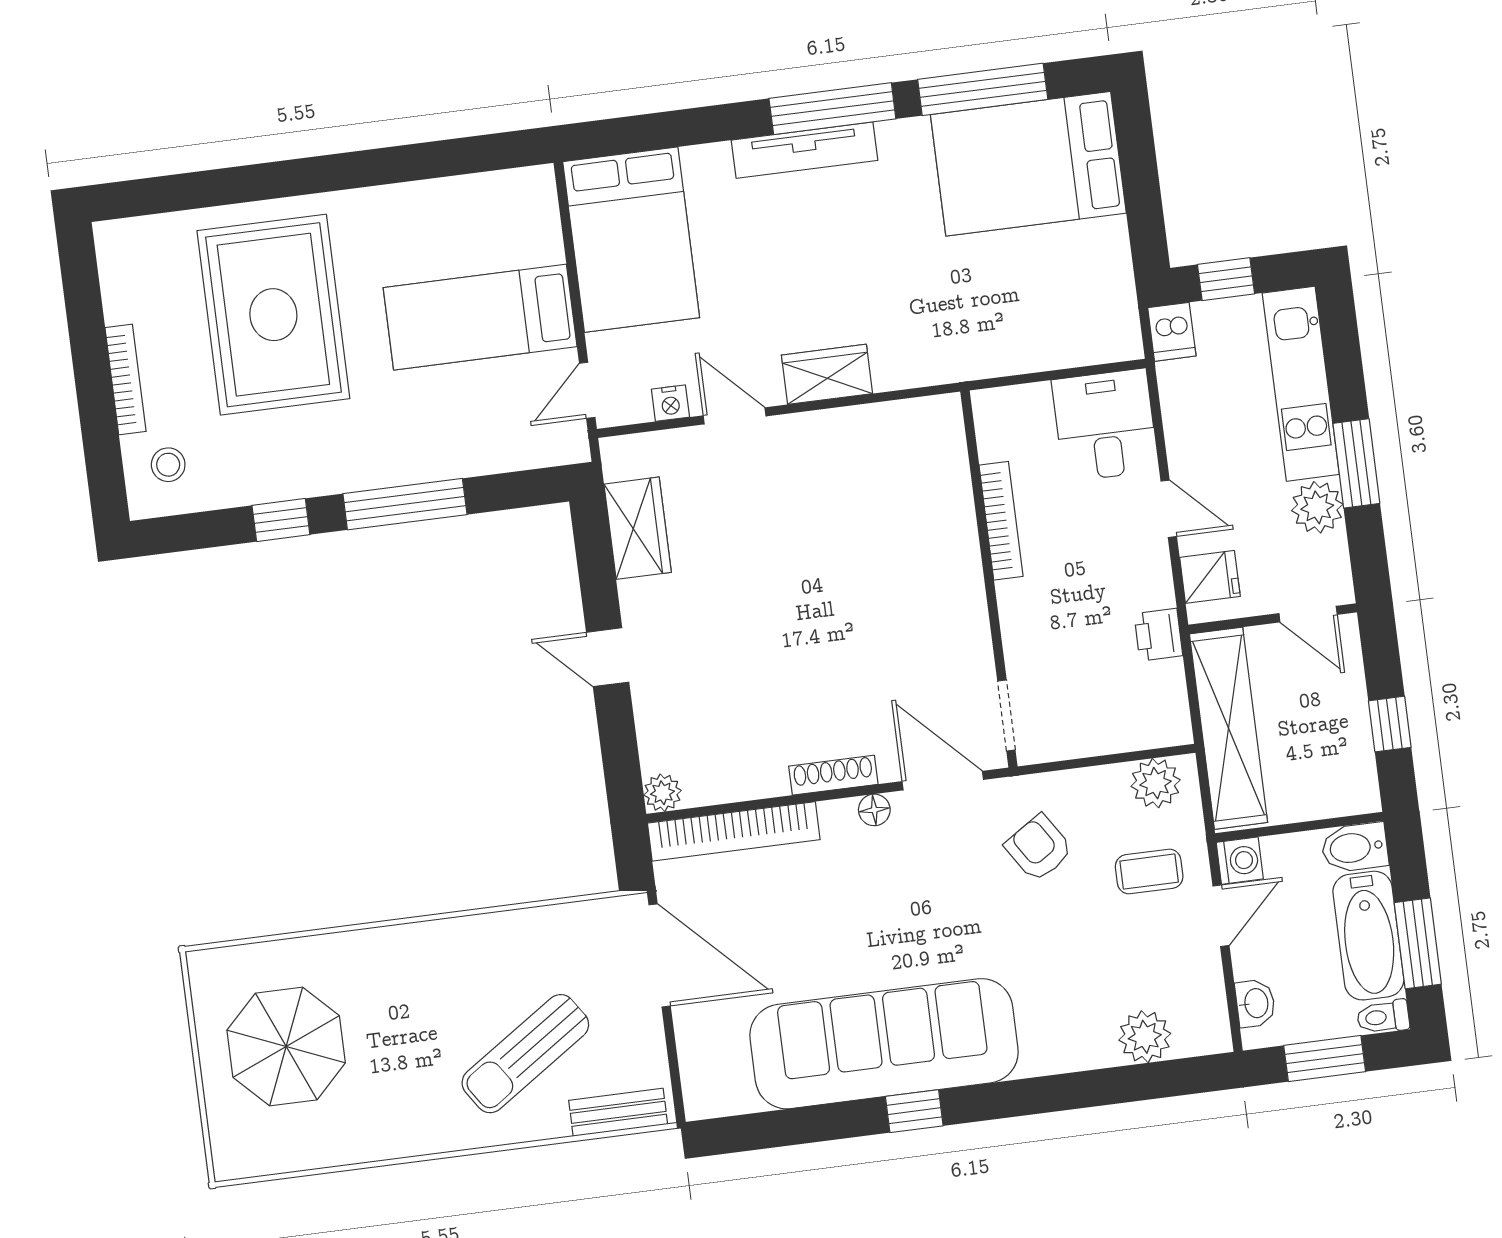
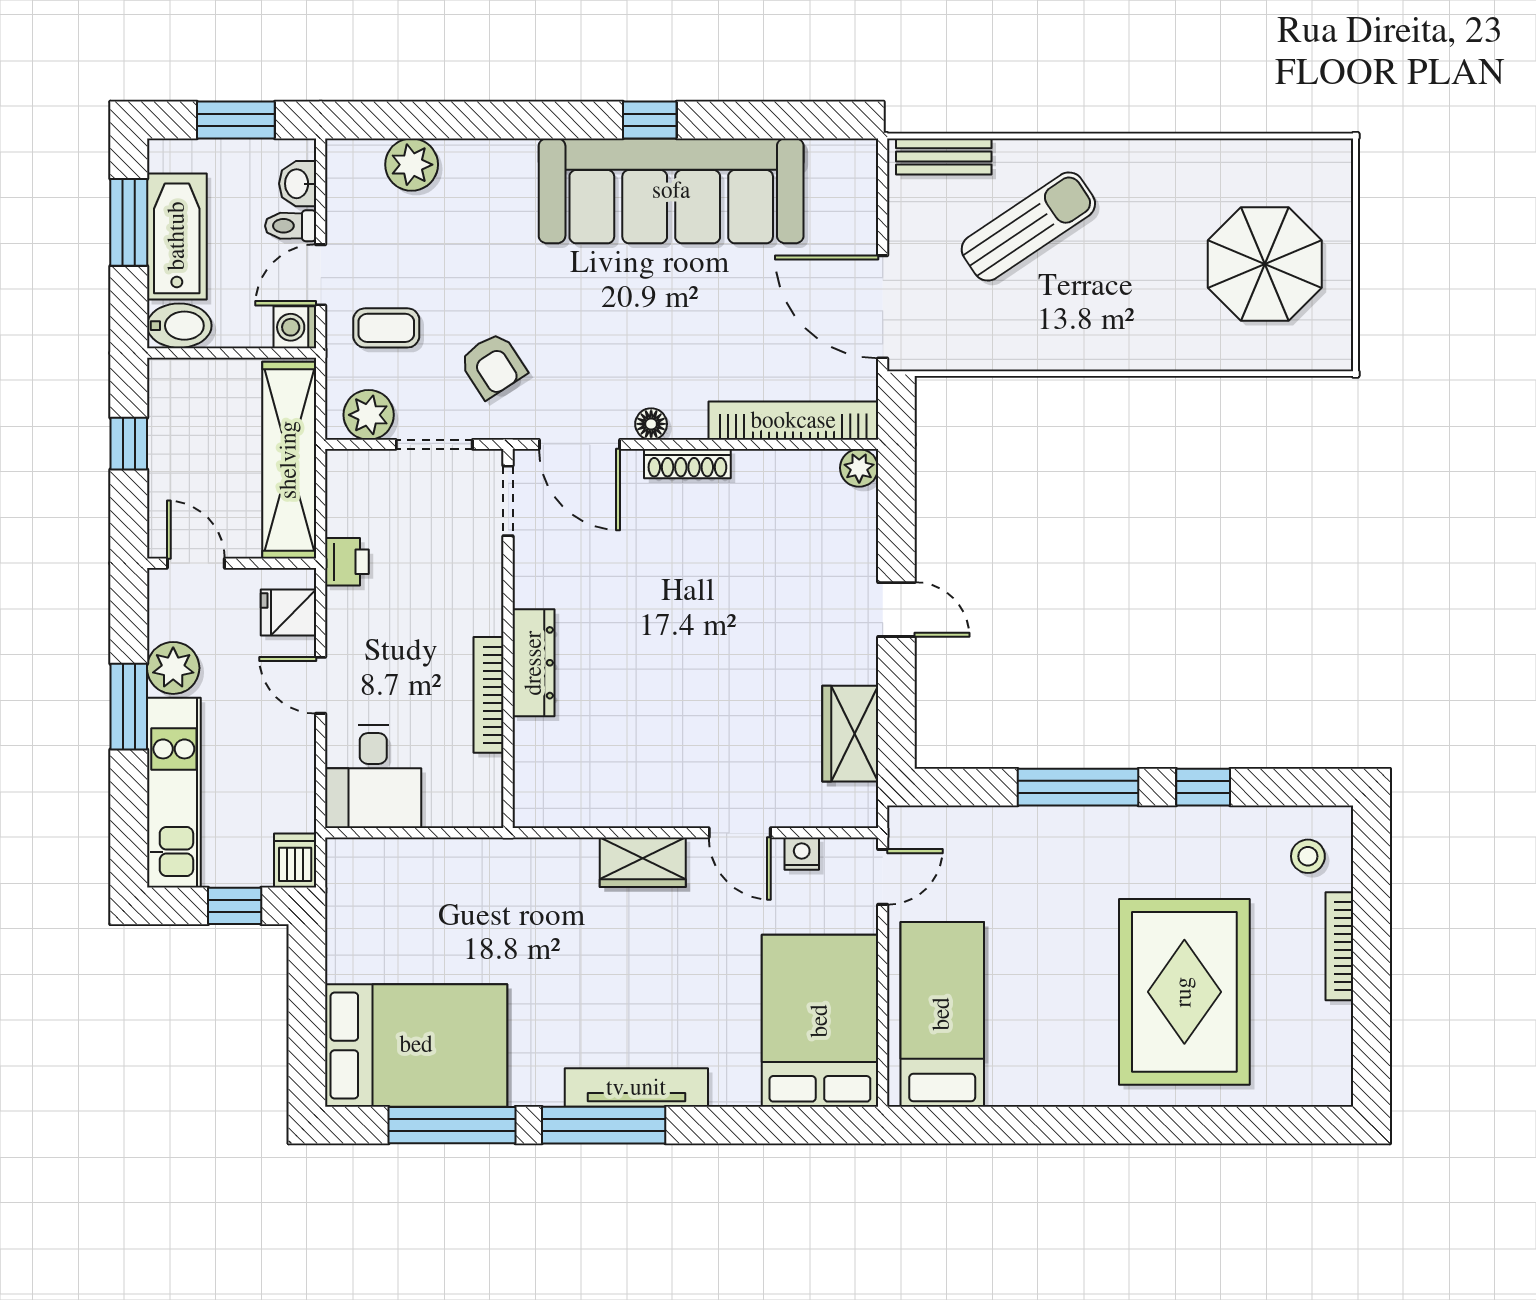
bed: (480, 317) -> (942, 1014), moved, turned -90
dresser: (961, 558) -> (534, 663), added
doorway: (1087, 762) -> (434, 444), added
toilet: (1383, 1017) -> (291, 226), moved, turned 180

